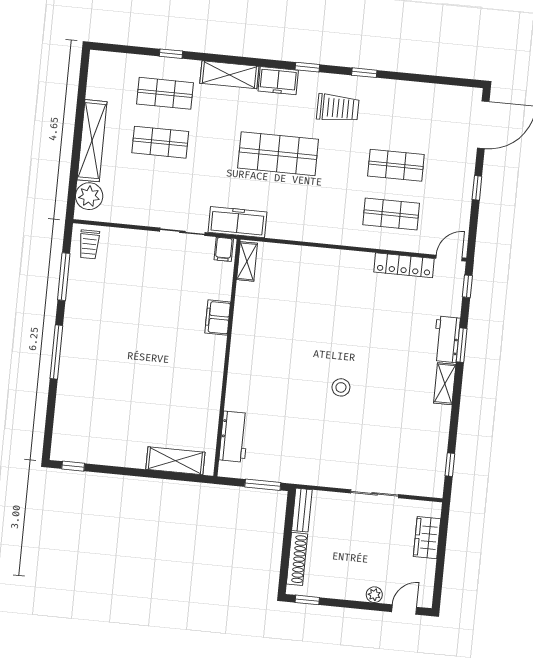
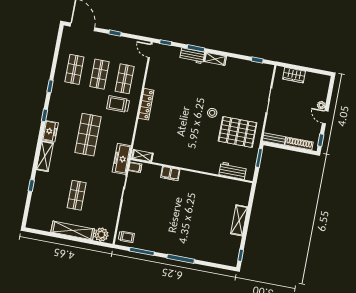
shop shelf: (165, 93) -> (74, 69), moved
trolley: (338, 108) -> (118, 104), moved, turned -90
locker: (404, 265) -> (146, 104), moved
pallet: (309, 439) -> (238, 132), added
shelving: (175, 461) -> (239, 220), moved
door: (404, 609) -> (325, 117), moved

